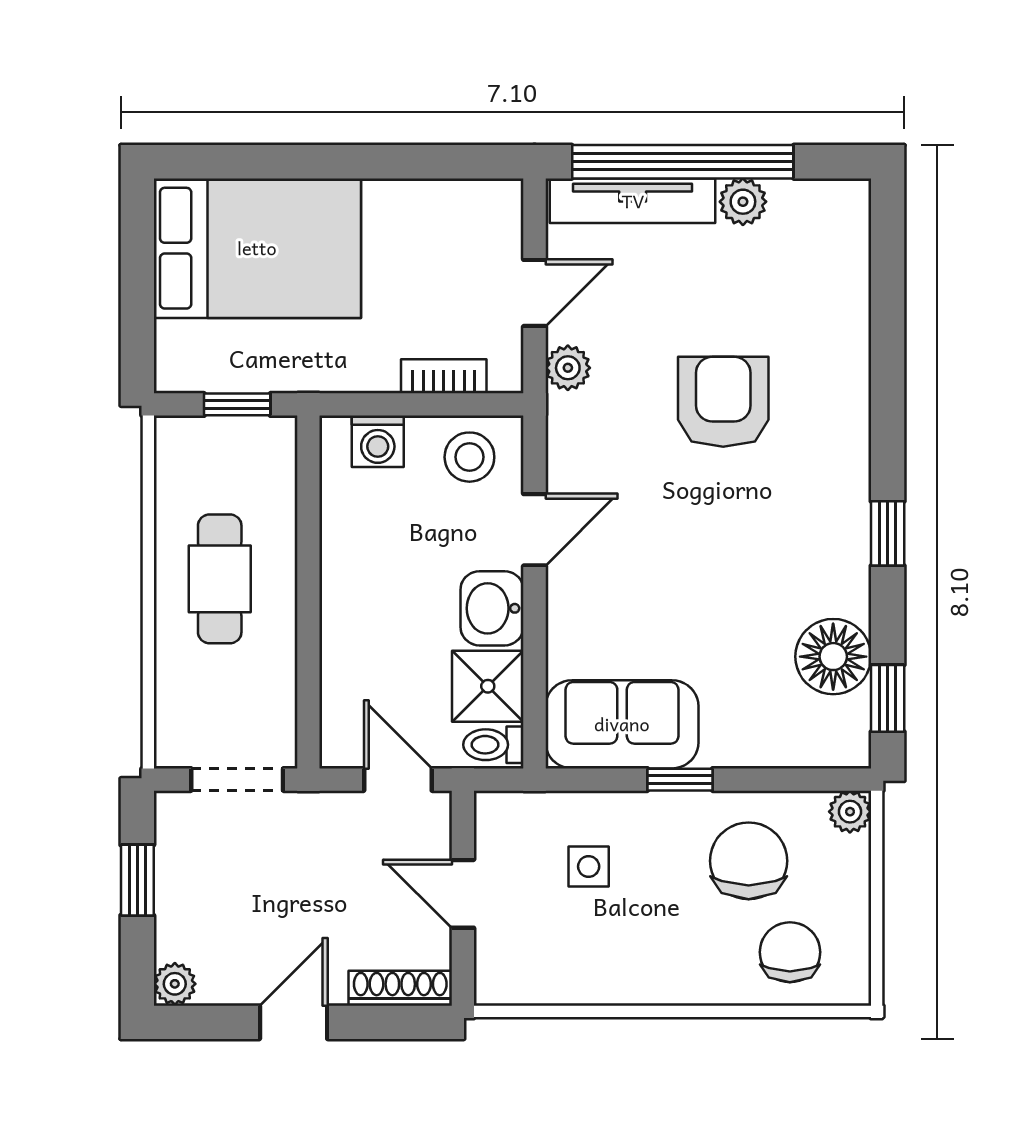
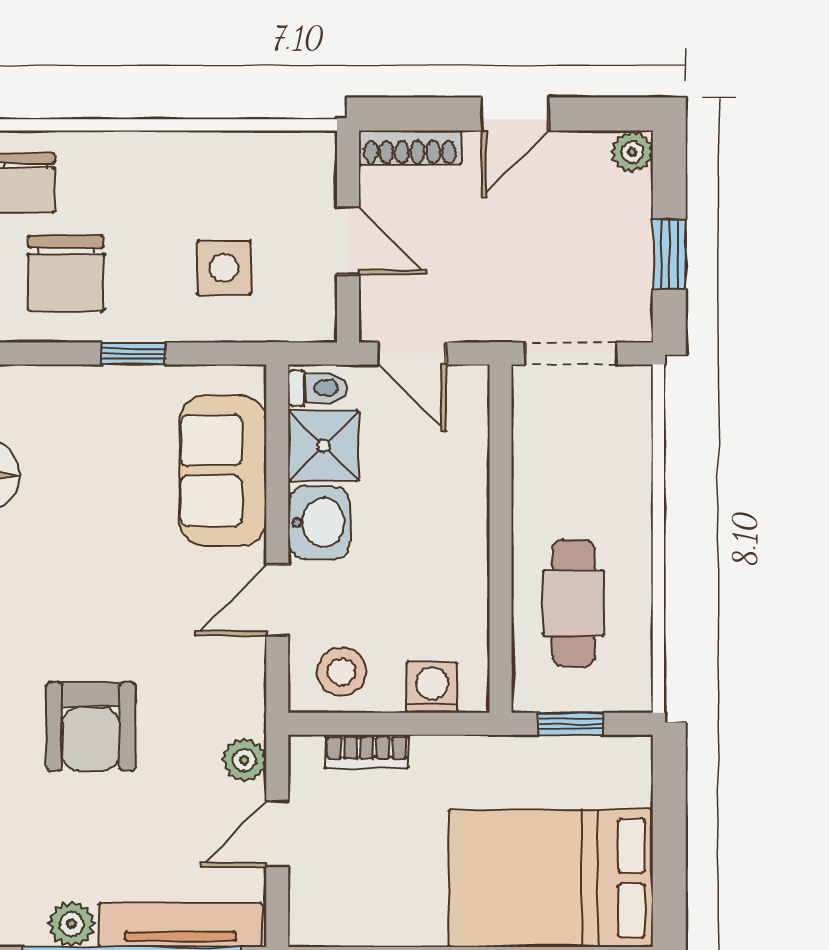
cafe table: (220, 579) -> (574, 603), moved
sofa: (622, 724) -> (223, 471), moved, turned 90
side table: (589, 866) -> (224, 268), width x1.37, depth x1.37

